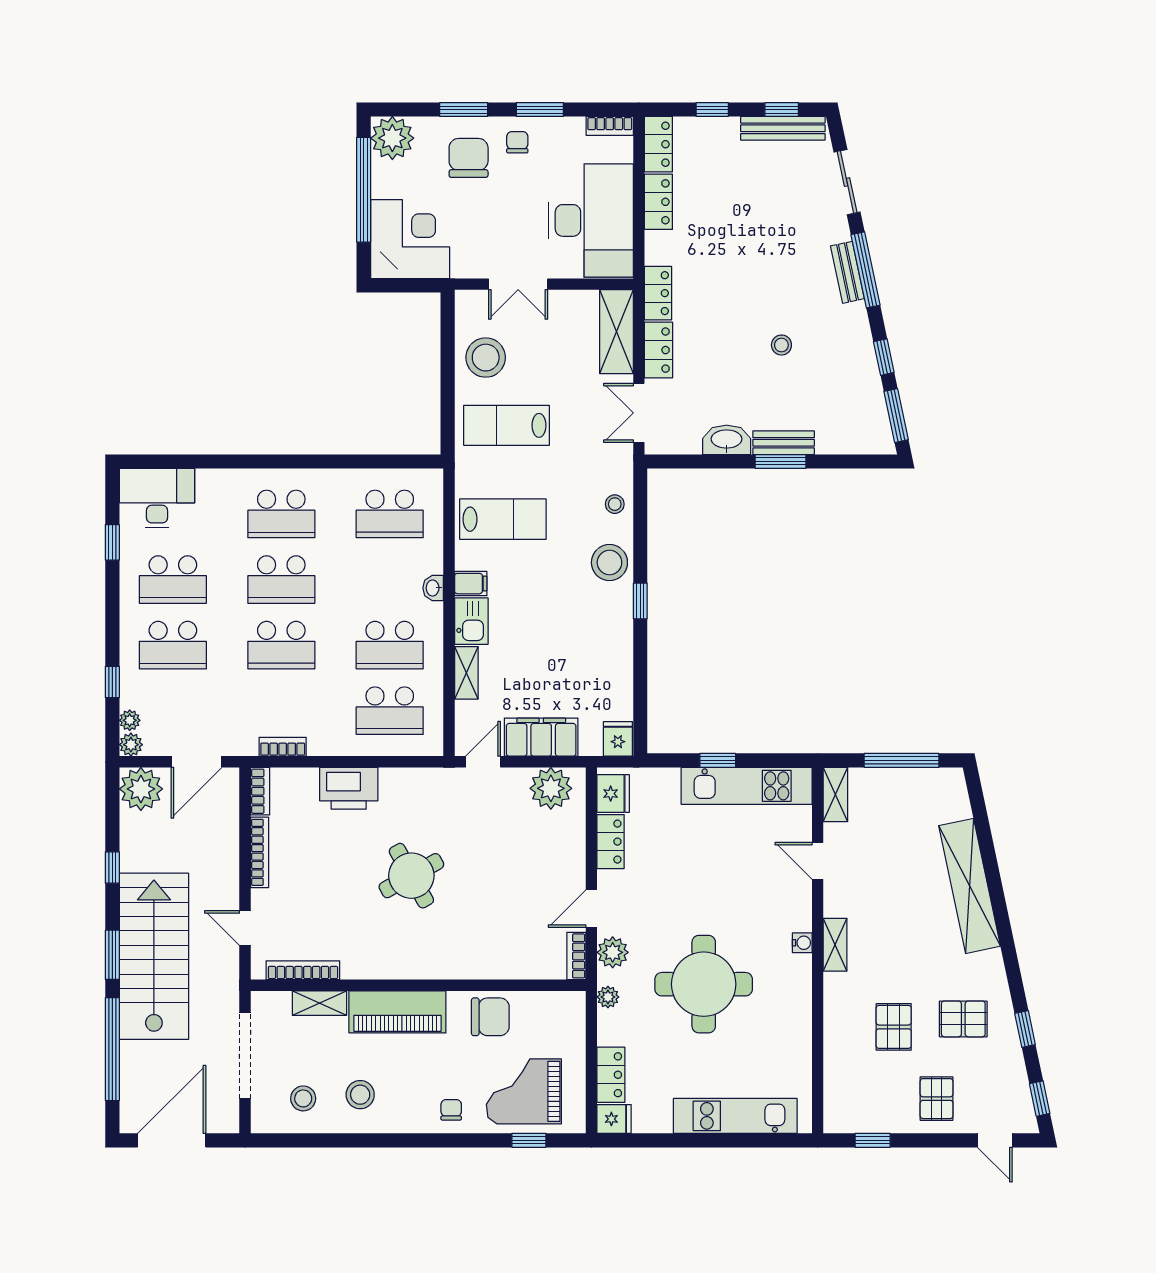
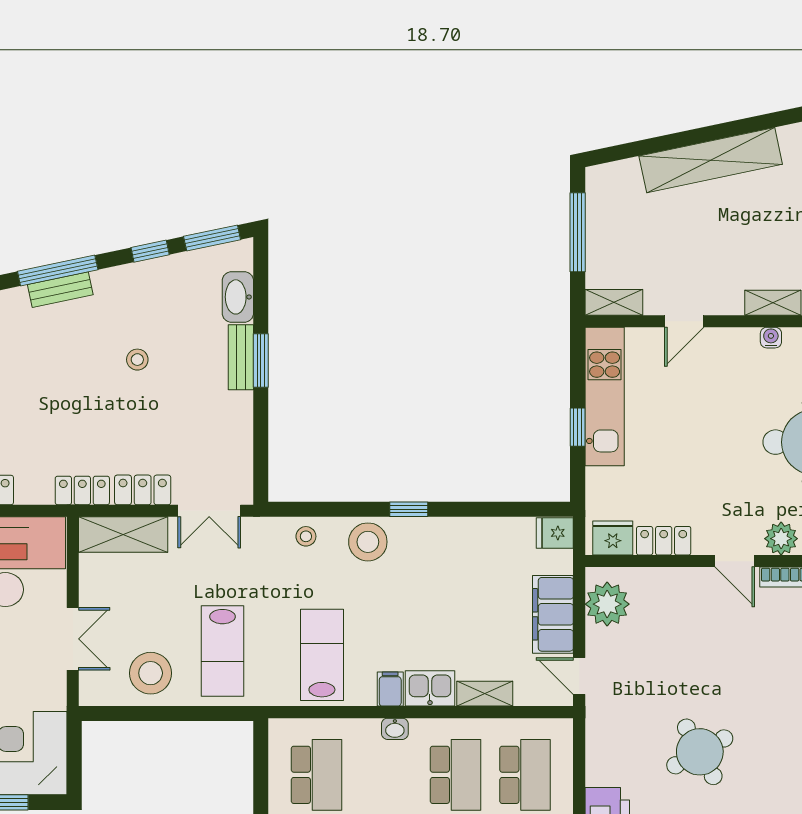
washbasin: (727, 440) -> (238, 297), moved

